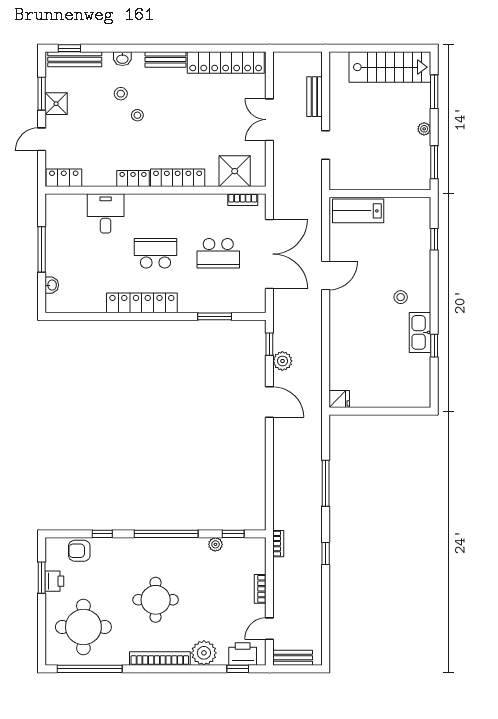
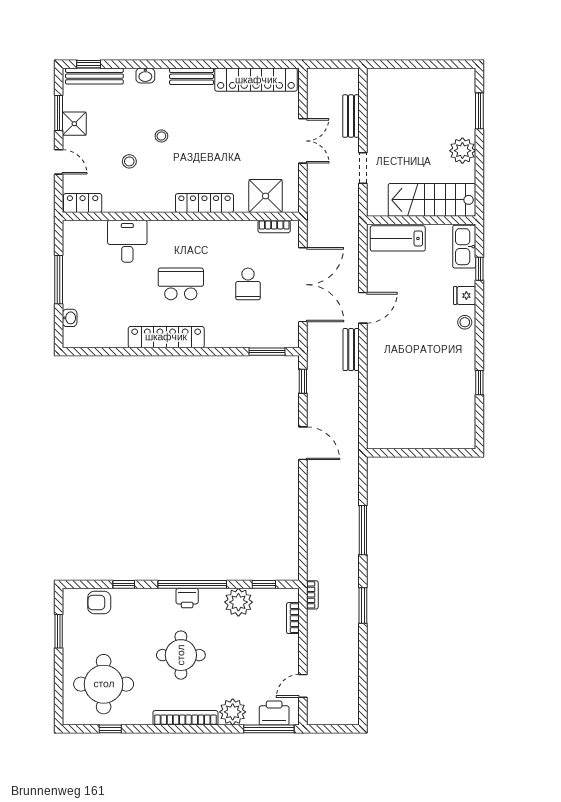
stairs: (390, 67) -> (432, 200), moved, turned 180
stool: (121, 94) -> (129, 161), moved
double door: (269, 120) -> (303, 141), swing flipped
plant: (424, 129) -> (462, 151), width x1.87, depth x1.87
door: (42, 139) -> (59, 162), swing flipped
window: (434, 162) -> (479, 186), removed
locker: (133, 179) -> (157, 204), removed
school desk: (218, 253) -> (248, 284), width x0.54
stool: (401, 297) -> (465, 322), moved
window: (215, 316) -> (267, 352), moved
kitchen sink: (420, 332) -> (464, 247), moved
plant: (282, 361) -> (317, 399), removed
fridge: (339, 399) -> (465, 295), moved, turned 180
plant: (215, 544) -> (238, 602), width x1.87, depth x1.87
window: (326, 554) -> (363, 605), width x1.50
printer: (54, 581) -> (187, 598), moved, turned 90
bookcase: (260, 589) -> (293, 618), moved
bench: (293, 658) -> (351, 350), moved, turned 90
window: (90, 669) -> (110, 729), width x0.32
window: (238, 669) -> (269, 729), width x2.17

